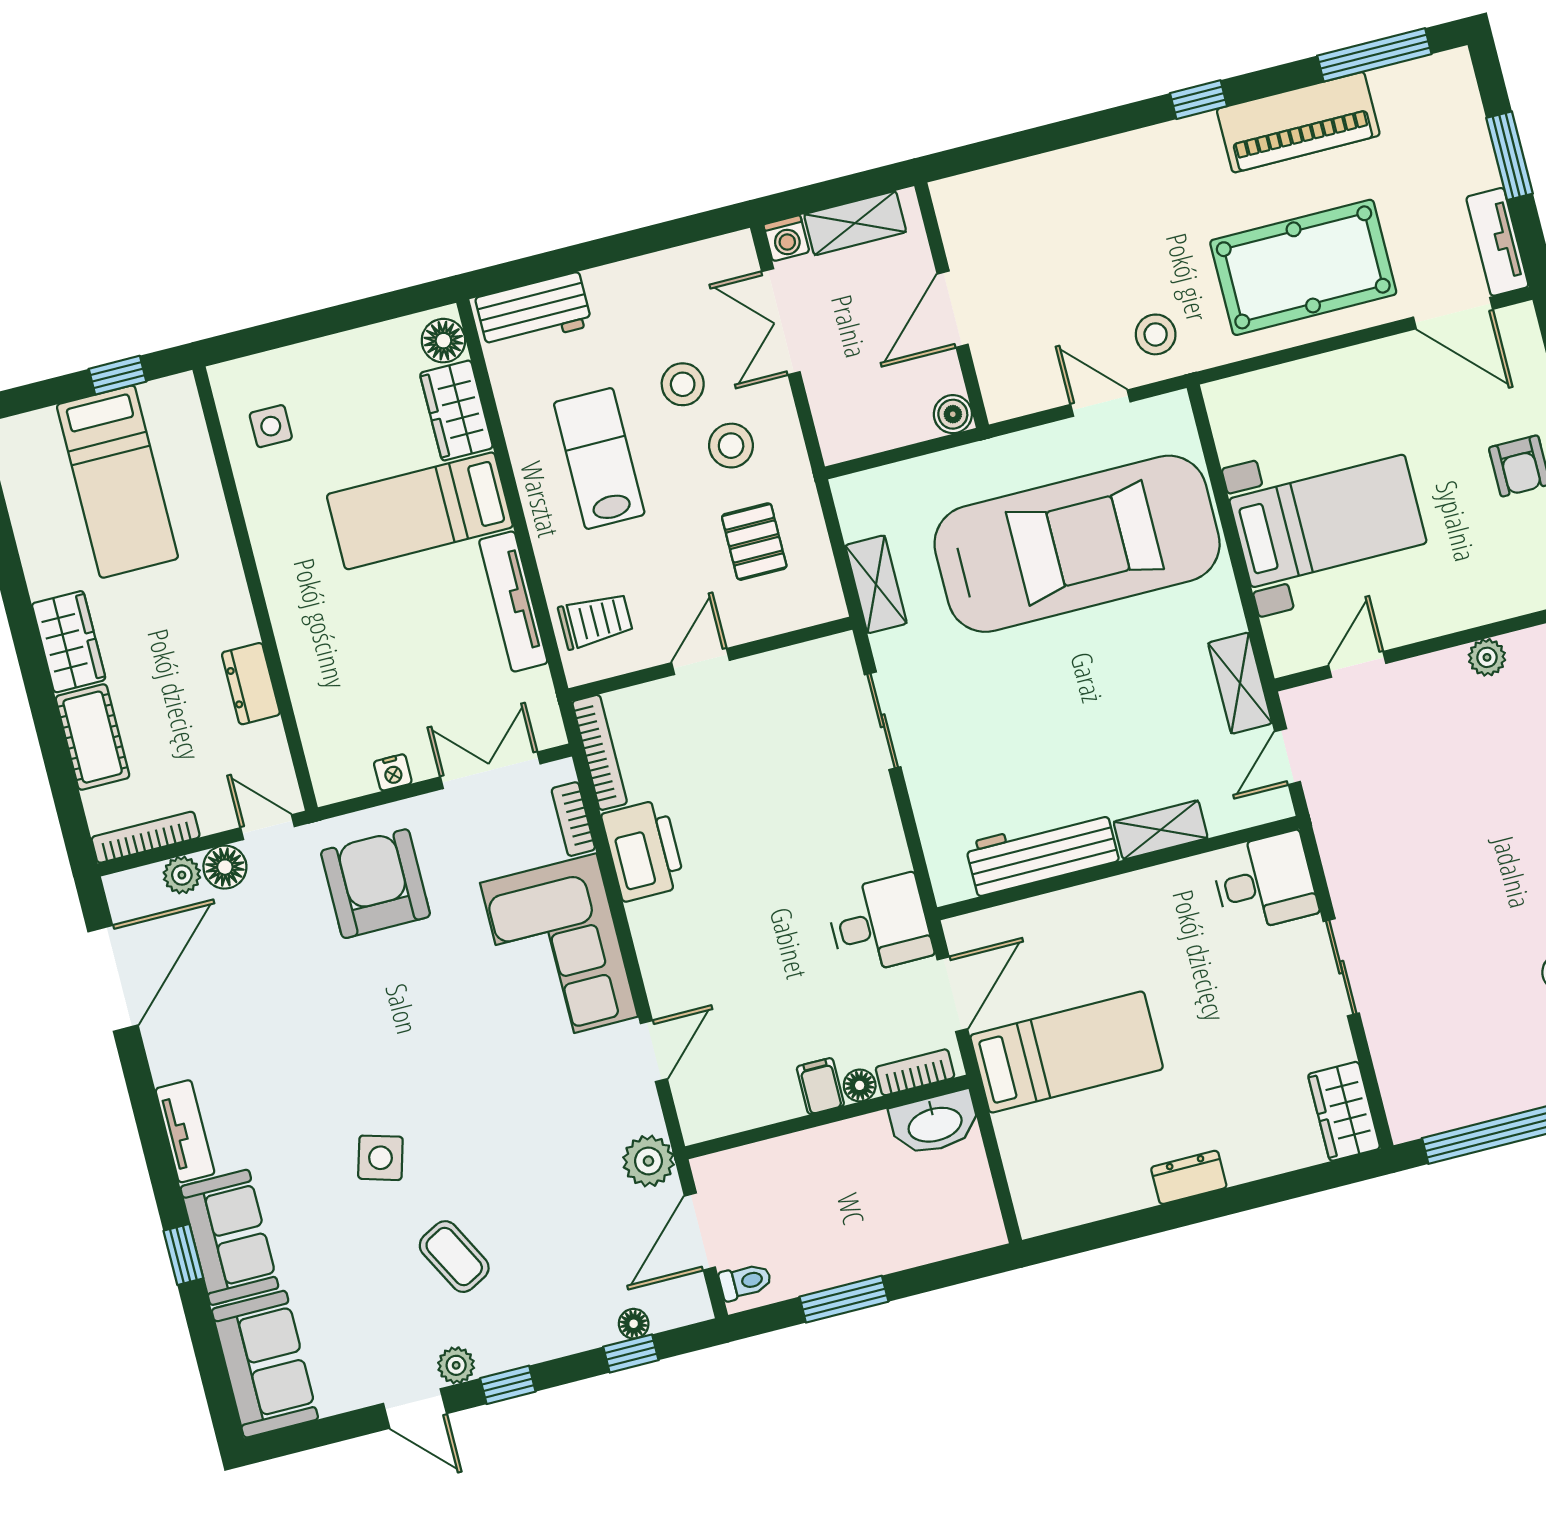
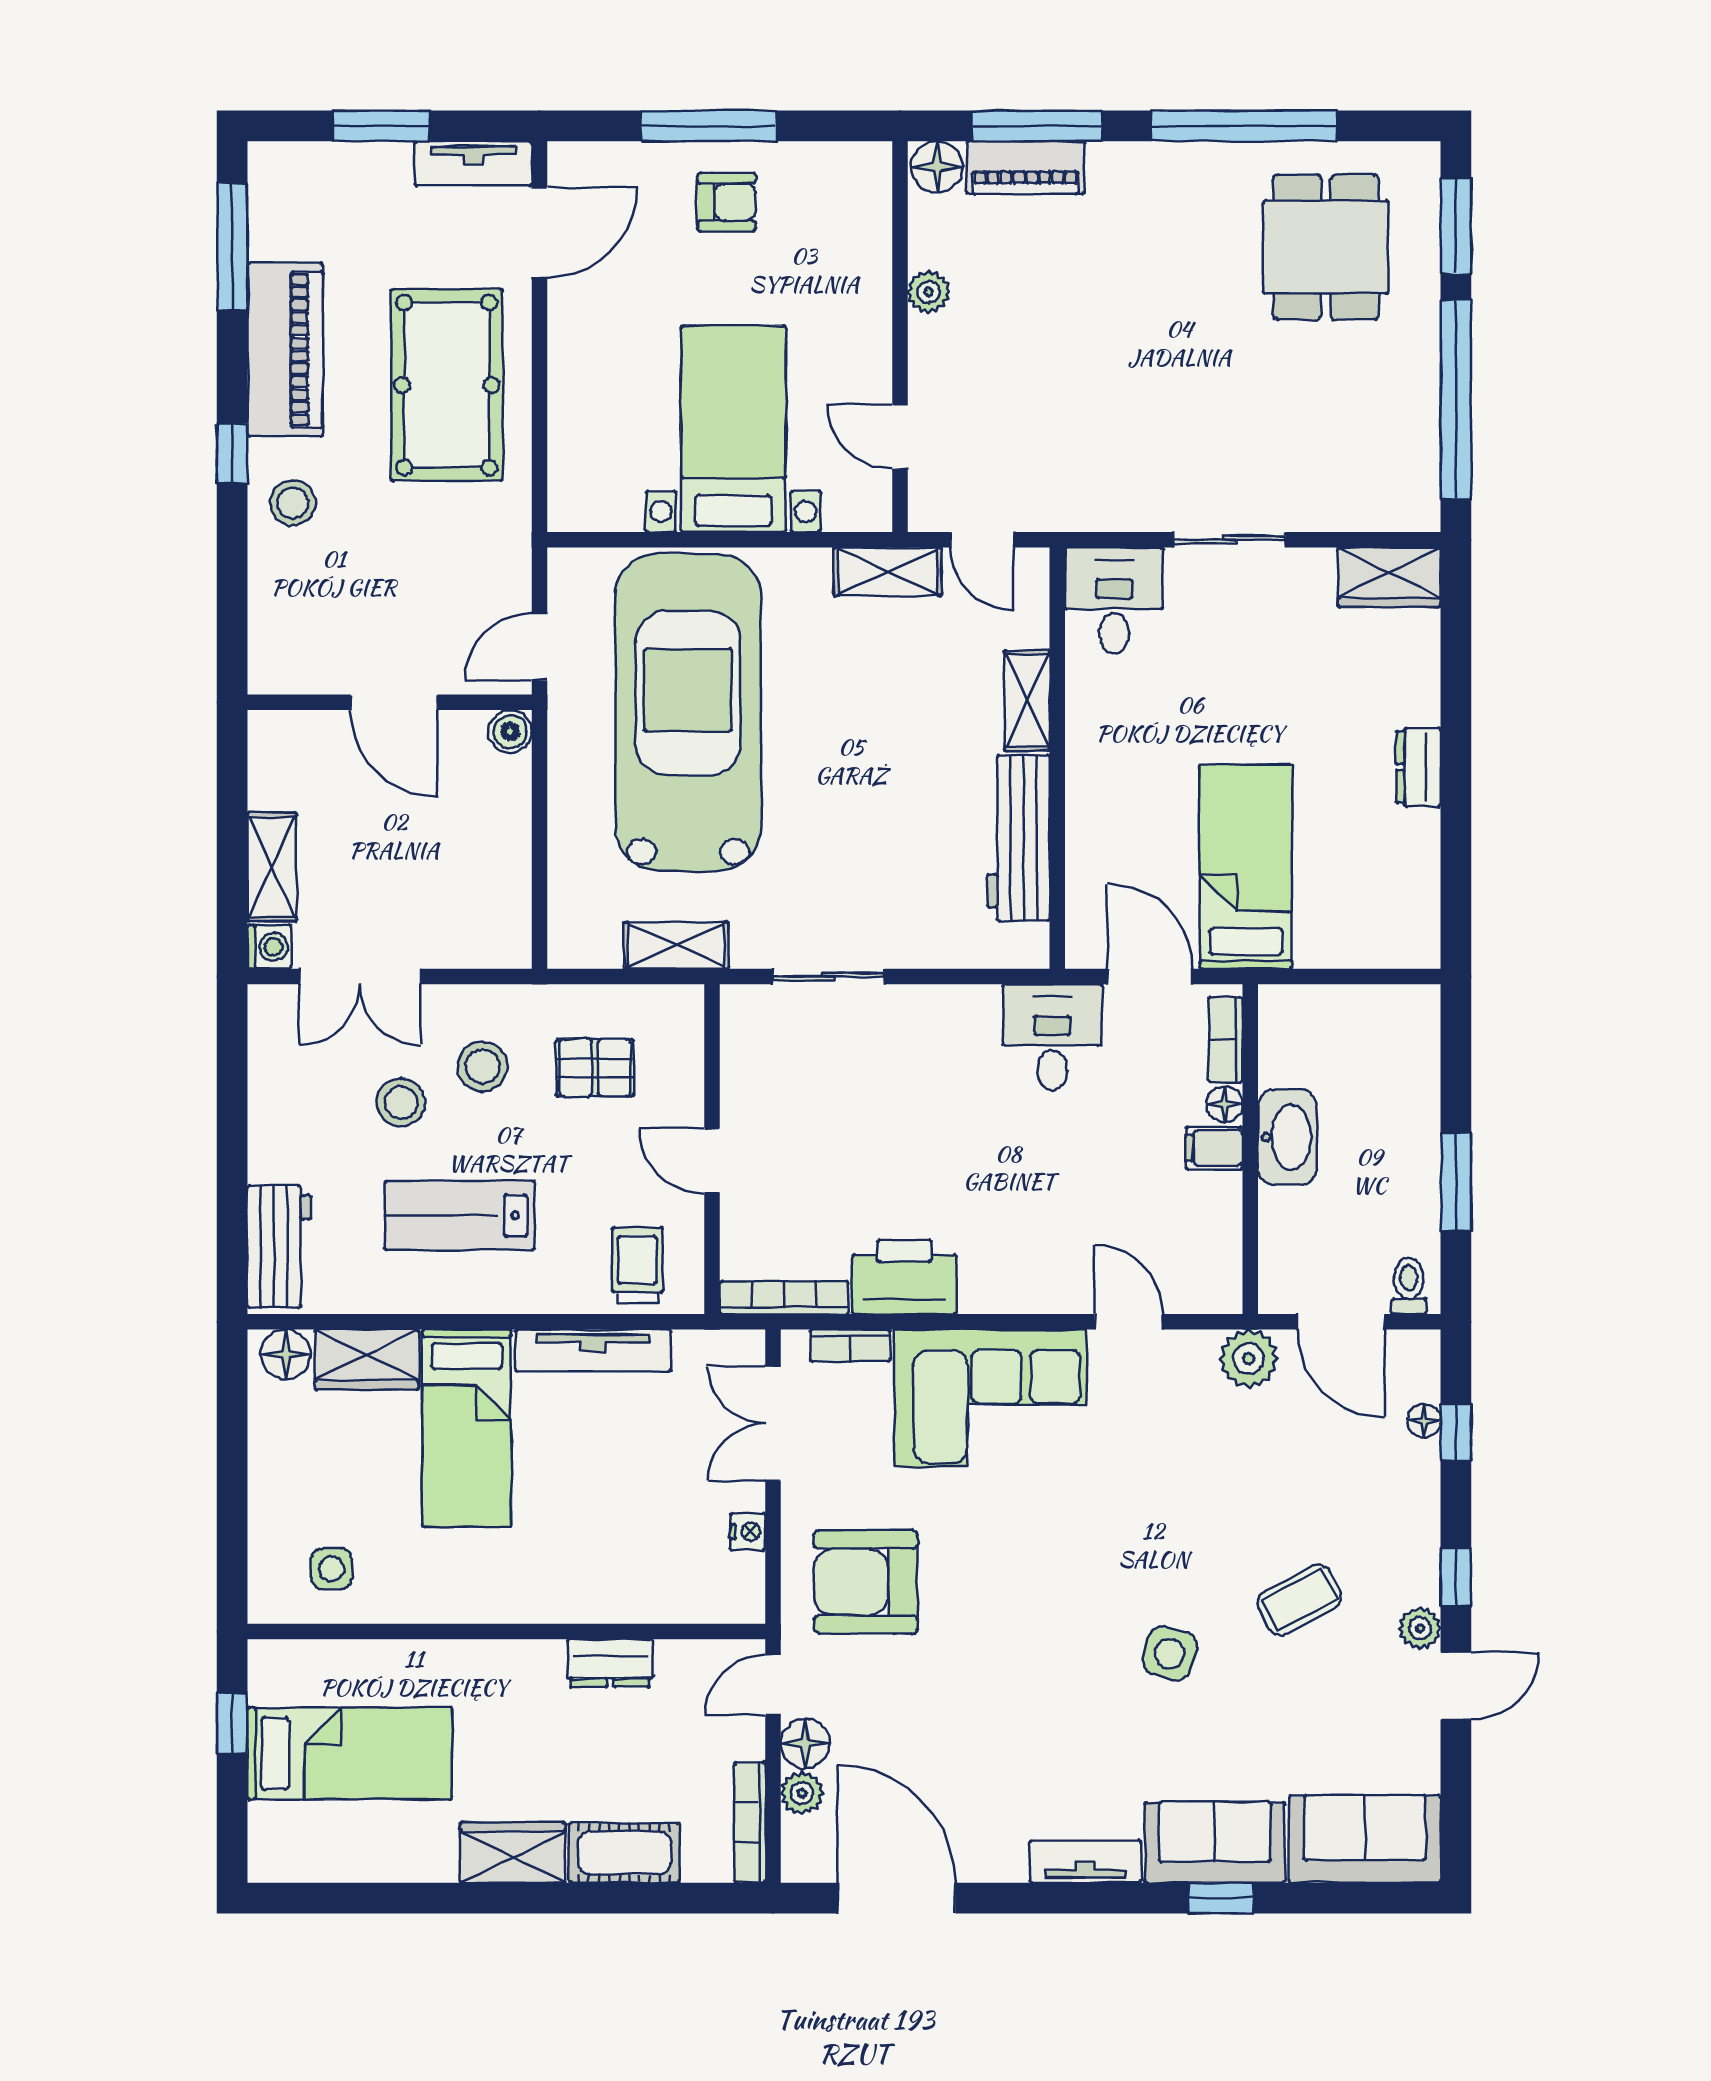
wall: (952, 305) -> (390, 702), moved
door: (953, 309) -> (394, 702), moved
stool: (1156, 334) -> (293, 503), moved
boiler: (953, 414) -> (510, 732), moved
washbasin: (935, 1123) -> (1287, 1137), moved

